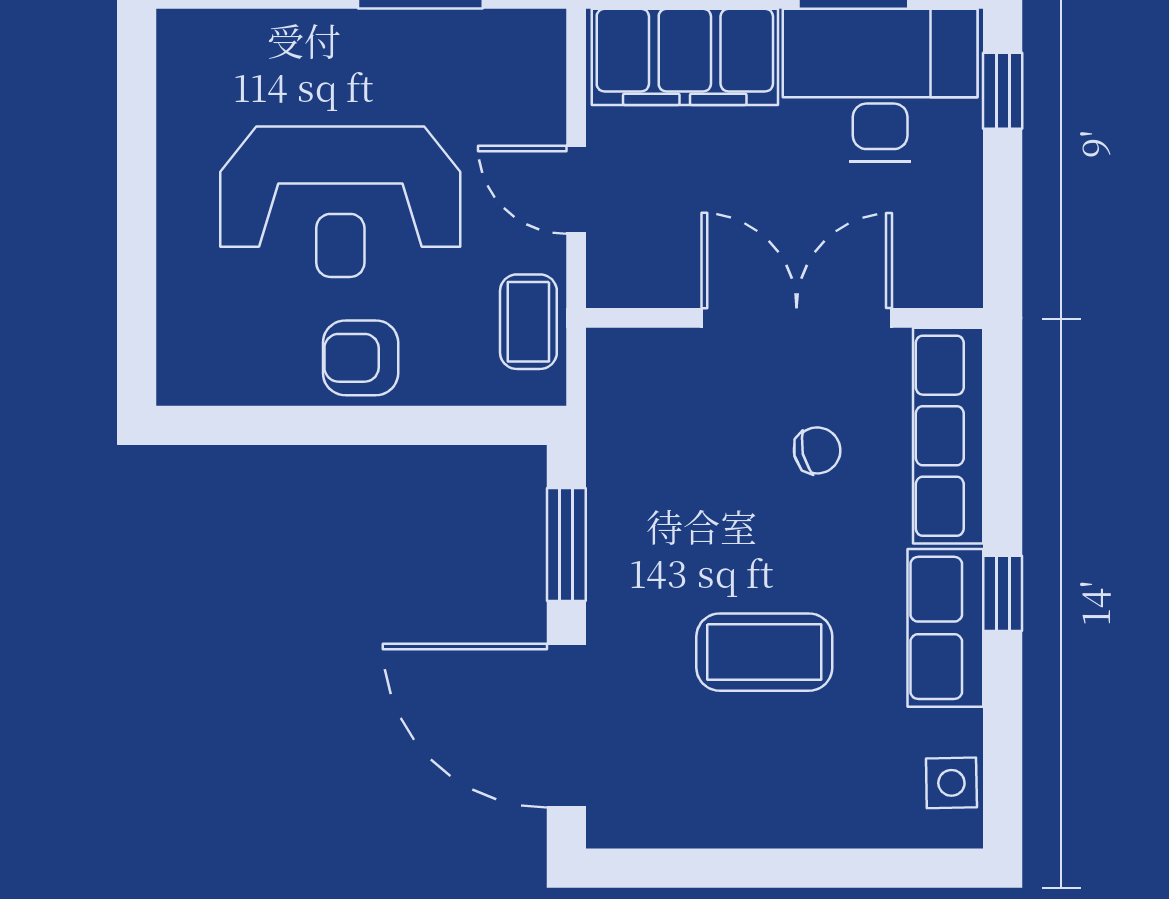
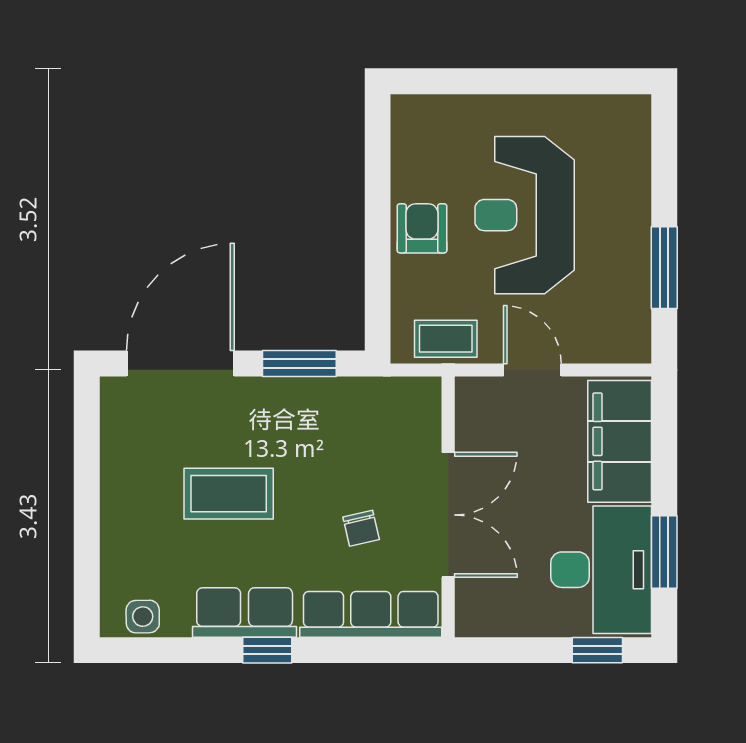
door: (576, 190) -> (532, 370), hinge flipped
coffee table: (764, 652) -> (229, 494), turned 90

